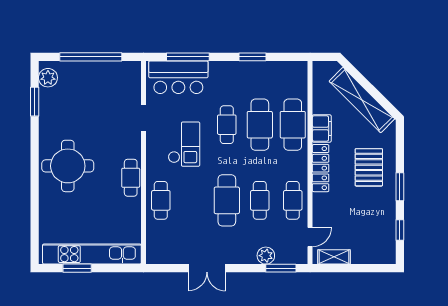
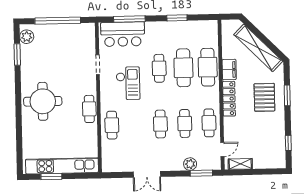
window: (400, 187) -> (287, 95), moved
cafe table: (227, 200) -> (160, 124), width x0.73, depth x0.74

